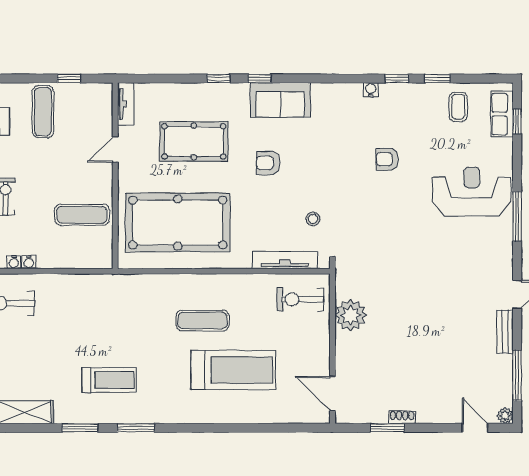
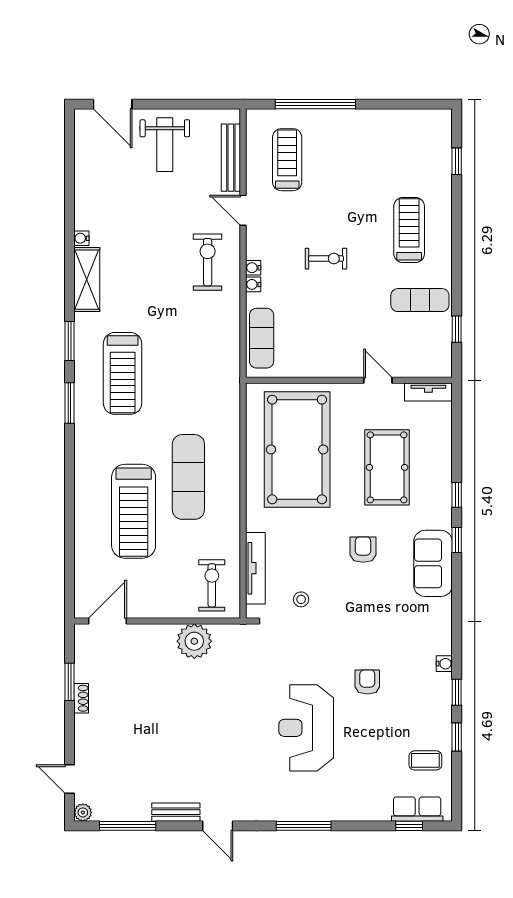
reception desk: (472, 192) -> (306, 728), moved, turned 180
exercise mat: (82, 215) -> (262, 338), moved
exercise mat: (203, 320) -> (188, 477), width x1.36, depth x1.45
treadmill: (109, 380) -> (123, 373), width x1.37, depth x1.38
door: (475, 428) -> (70, 779), swing flipped

